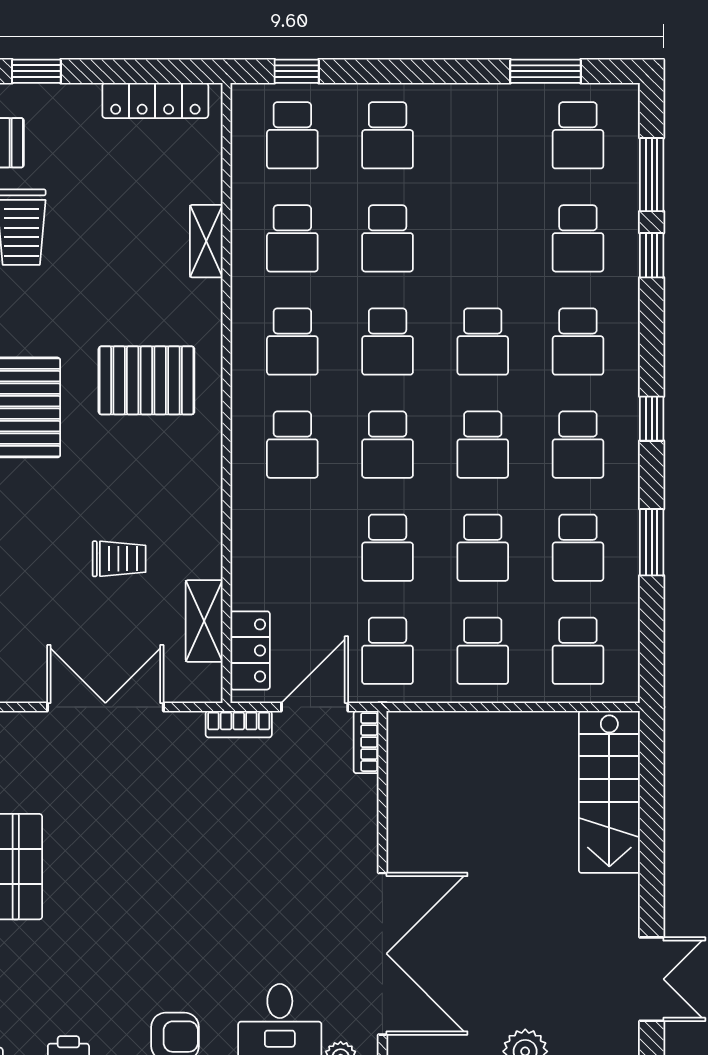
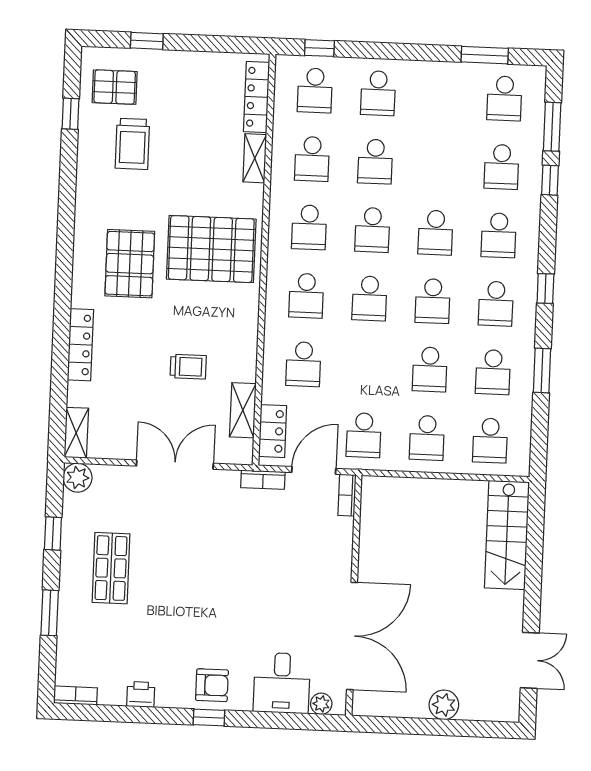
locker: (155, 100) -> (257, 97), moved, turned 90
pallet: (146, 380) -> (211, 249), width x1.37, depth x1.41
school desk: (388, 548) -> (303, 364), moved

